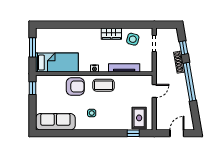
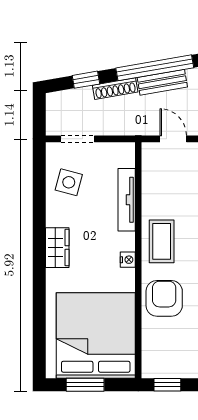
wardrobe: (111, 34) -> (57, 248), moved
bed: (57, 63) -> (96, 335), width x2.04
bench: (182, 86) -> (162, 82), added

